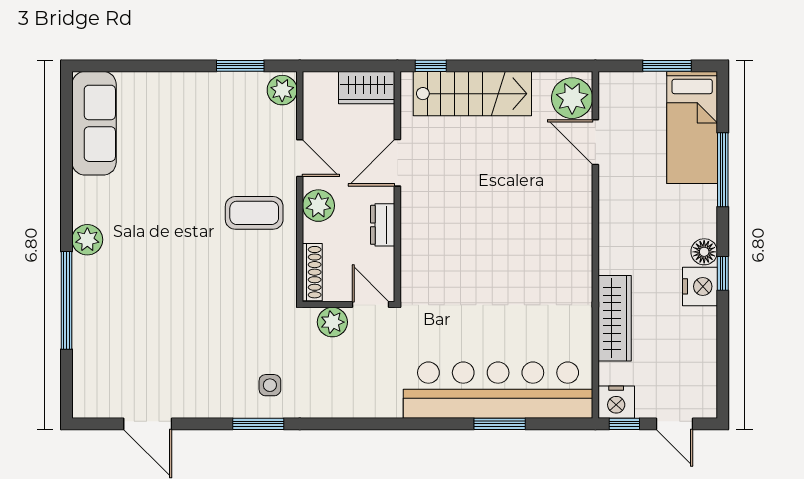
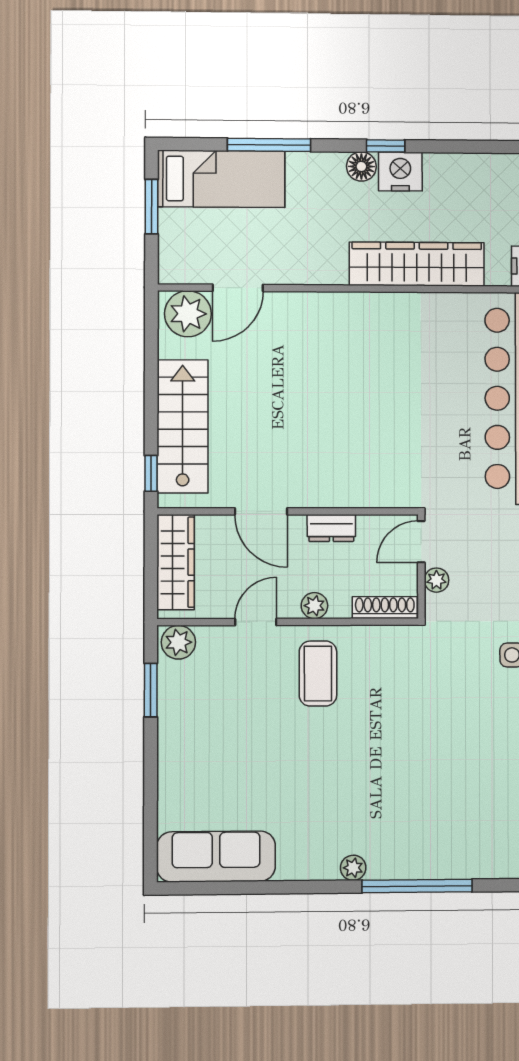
wardrobe: (367, 88) -> (176, 562), width x1.50
plant: (318, 206) -> (314, 606), width x0.73, depth x0.73
plant: (87, 240) -> (353, 868), width x0.73, depth x0.73
wardrobe: (615, 318) -> (417, 264), width x1.40, depth x1.17
plant: (332, 322) -> (436, 580), width x0.73, depth x0.73

